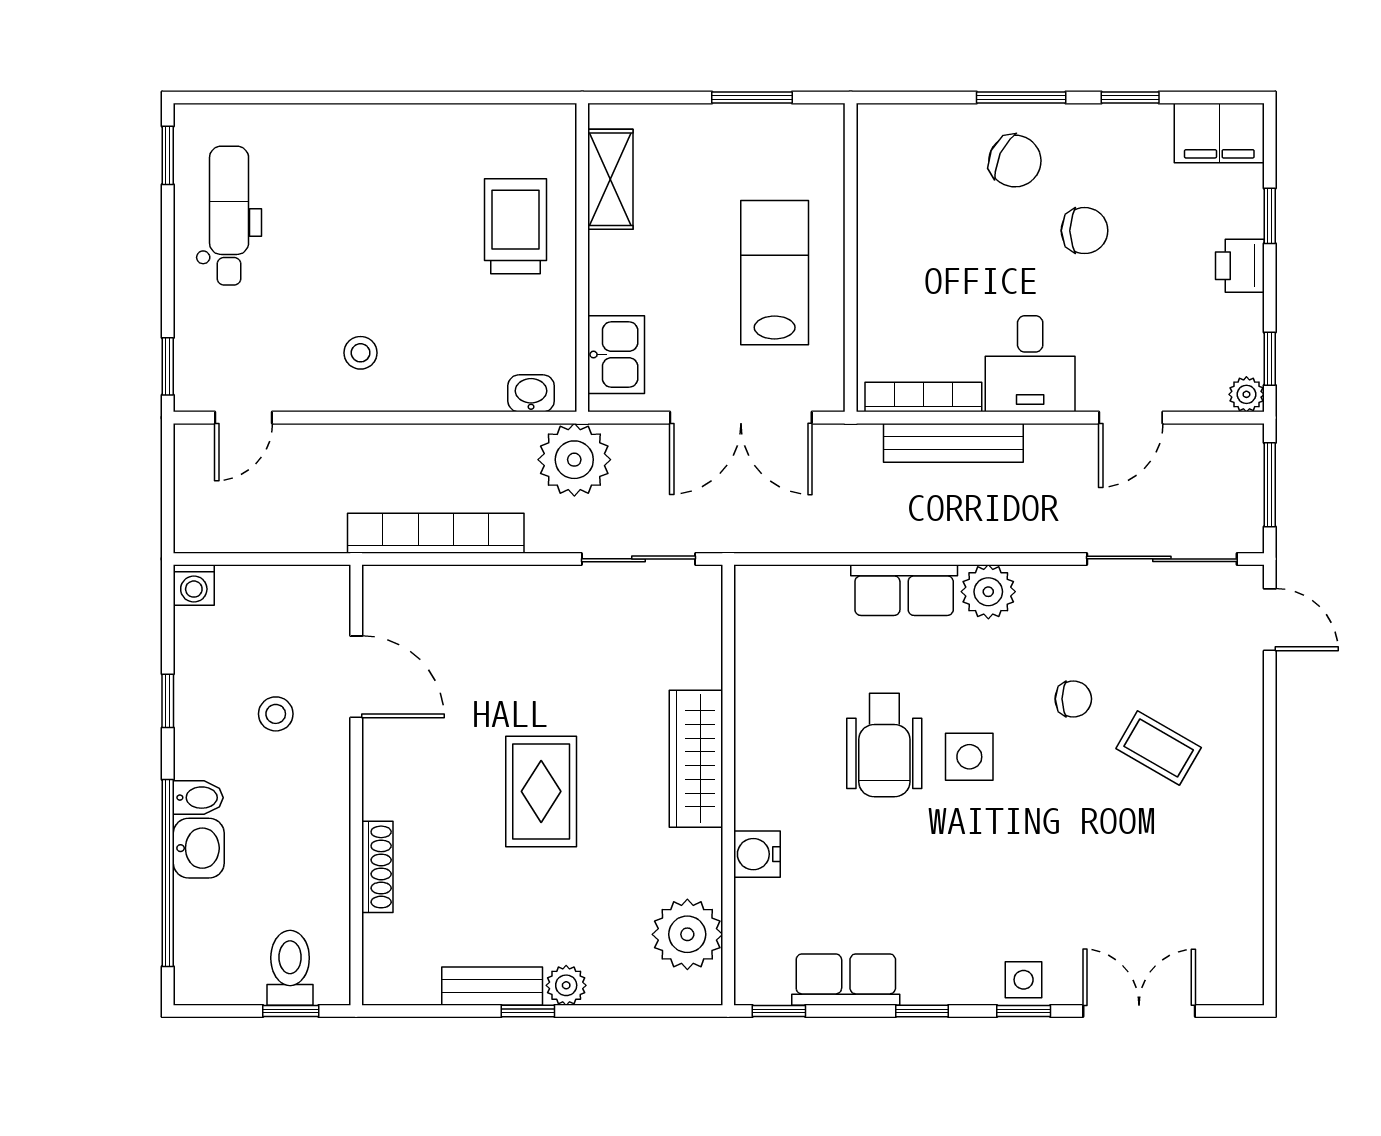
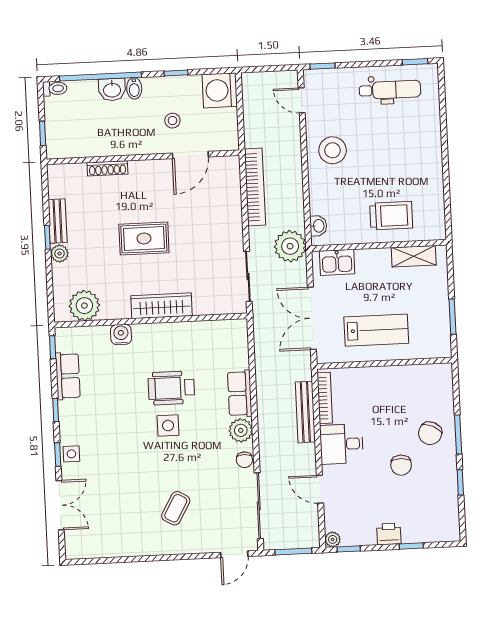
filing cabinet: (1219, 133) -> (447, 522), removed
stool: (361, 353) -> (333, 150), width x1.89, depth x1.89
washing machine: (194, 585) -> (220, 90), width x1.89, depth x1.89
chair: (1073, 699) -> (244, 460), moved
toilet: (290, 968) -> (55, 89), moved, width x0.73, depth x0.72

